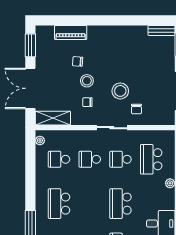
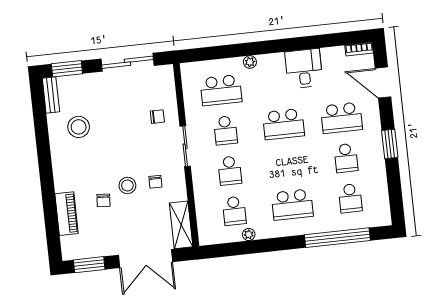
stool: (120, 91) -> (79, 127), moved
plant: (40, 140) -> (249, 235), moved

